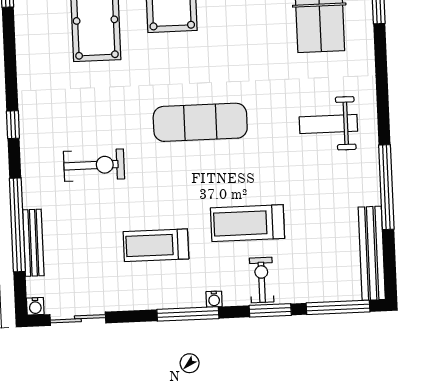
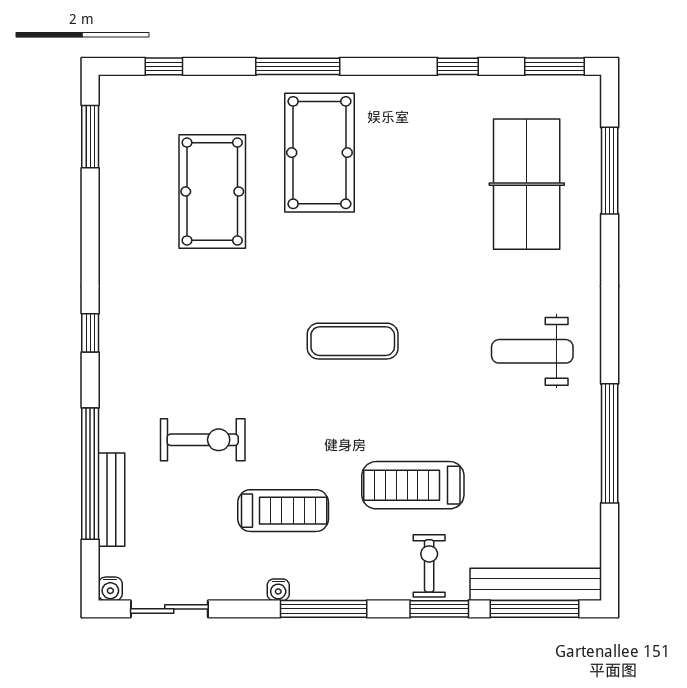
exercise mat: (200, 122) -> (353, 341), width x0.73, depth x0.69
exercise bike: (94, 165) -> (203, 440), moved
treadmill: (156, 245) -> (283, 511), turned 180
bench: (372, 253) -> (536, 584), moved, turned 90
water cooler: (214, 299) -> (278, 590), moved

